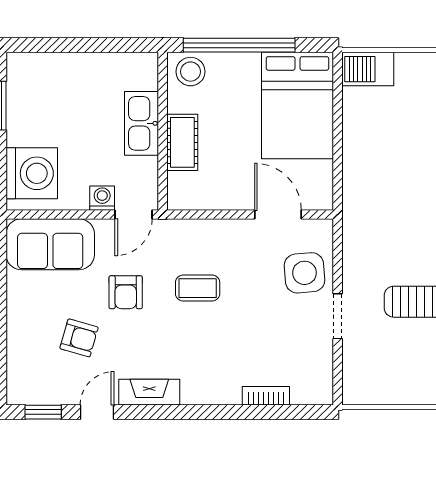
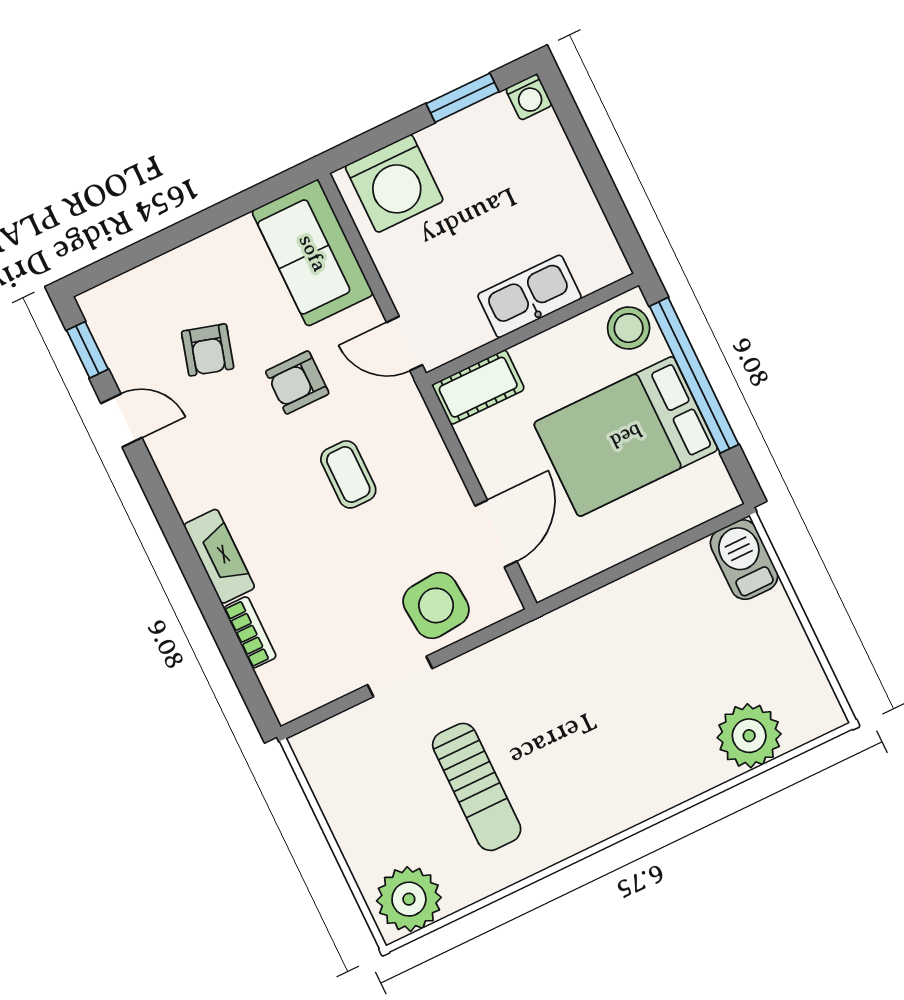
bed: (297, 105) -> (626, 436), moved
cot: (182, 142) -> (478, 387), moved
washing machine: (102, 198) -> (529, 97), moved, turned 90
fireplace: (149, 392) -> (219, 556), moved

